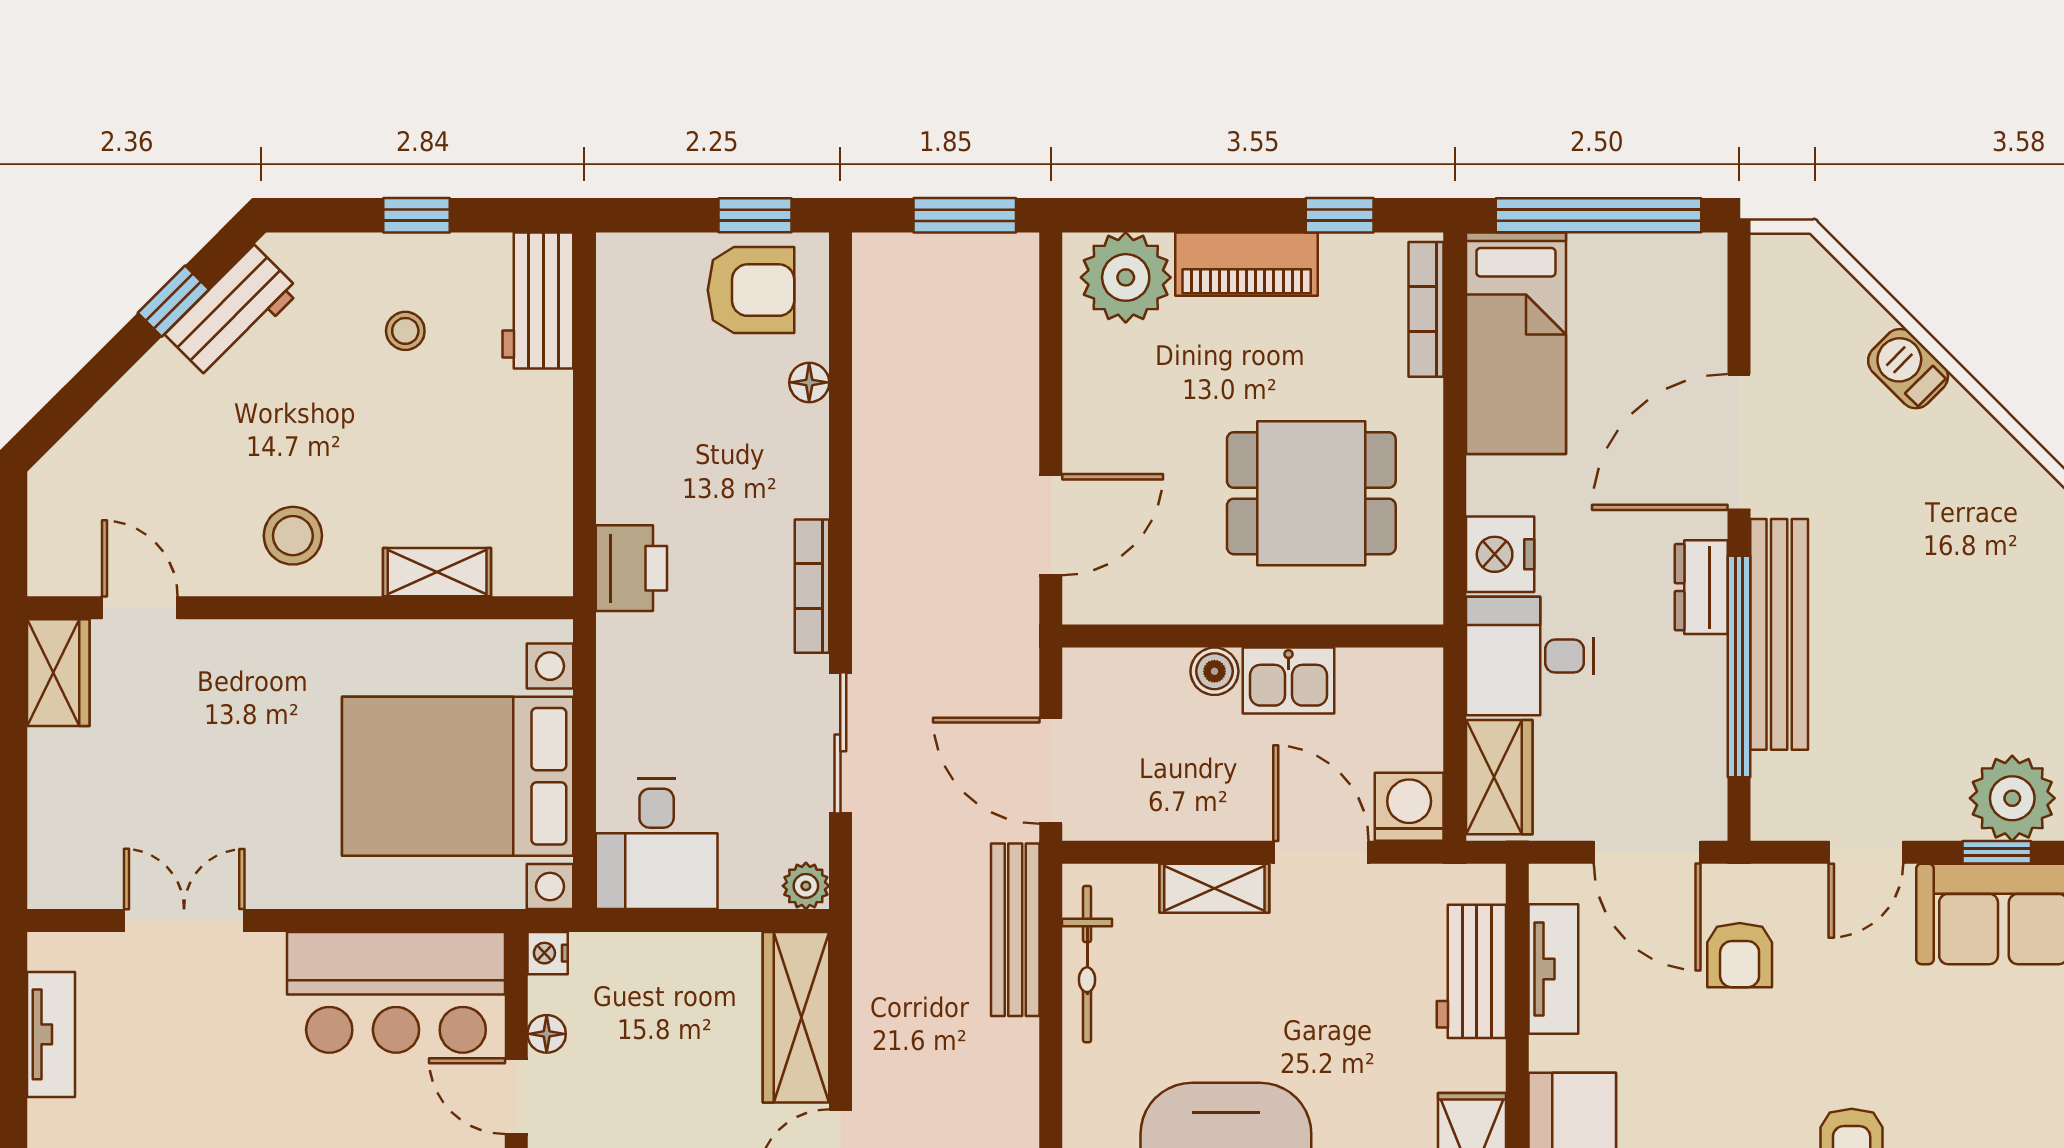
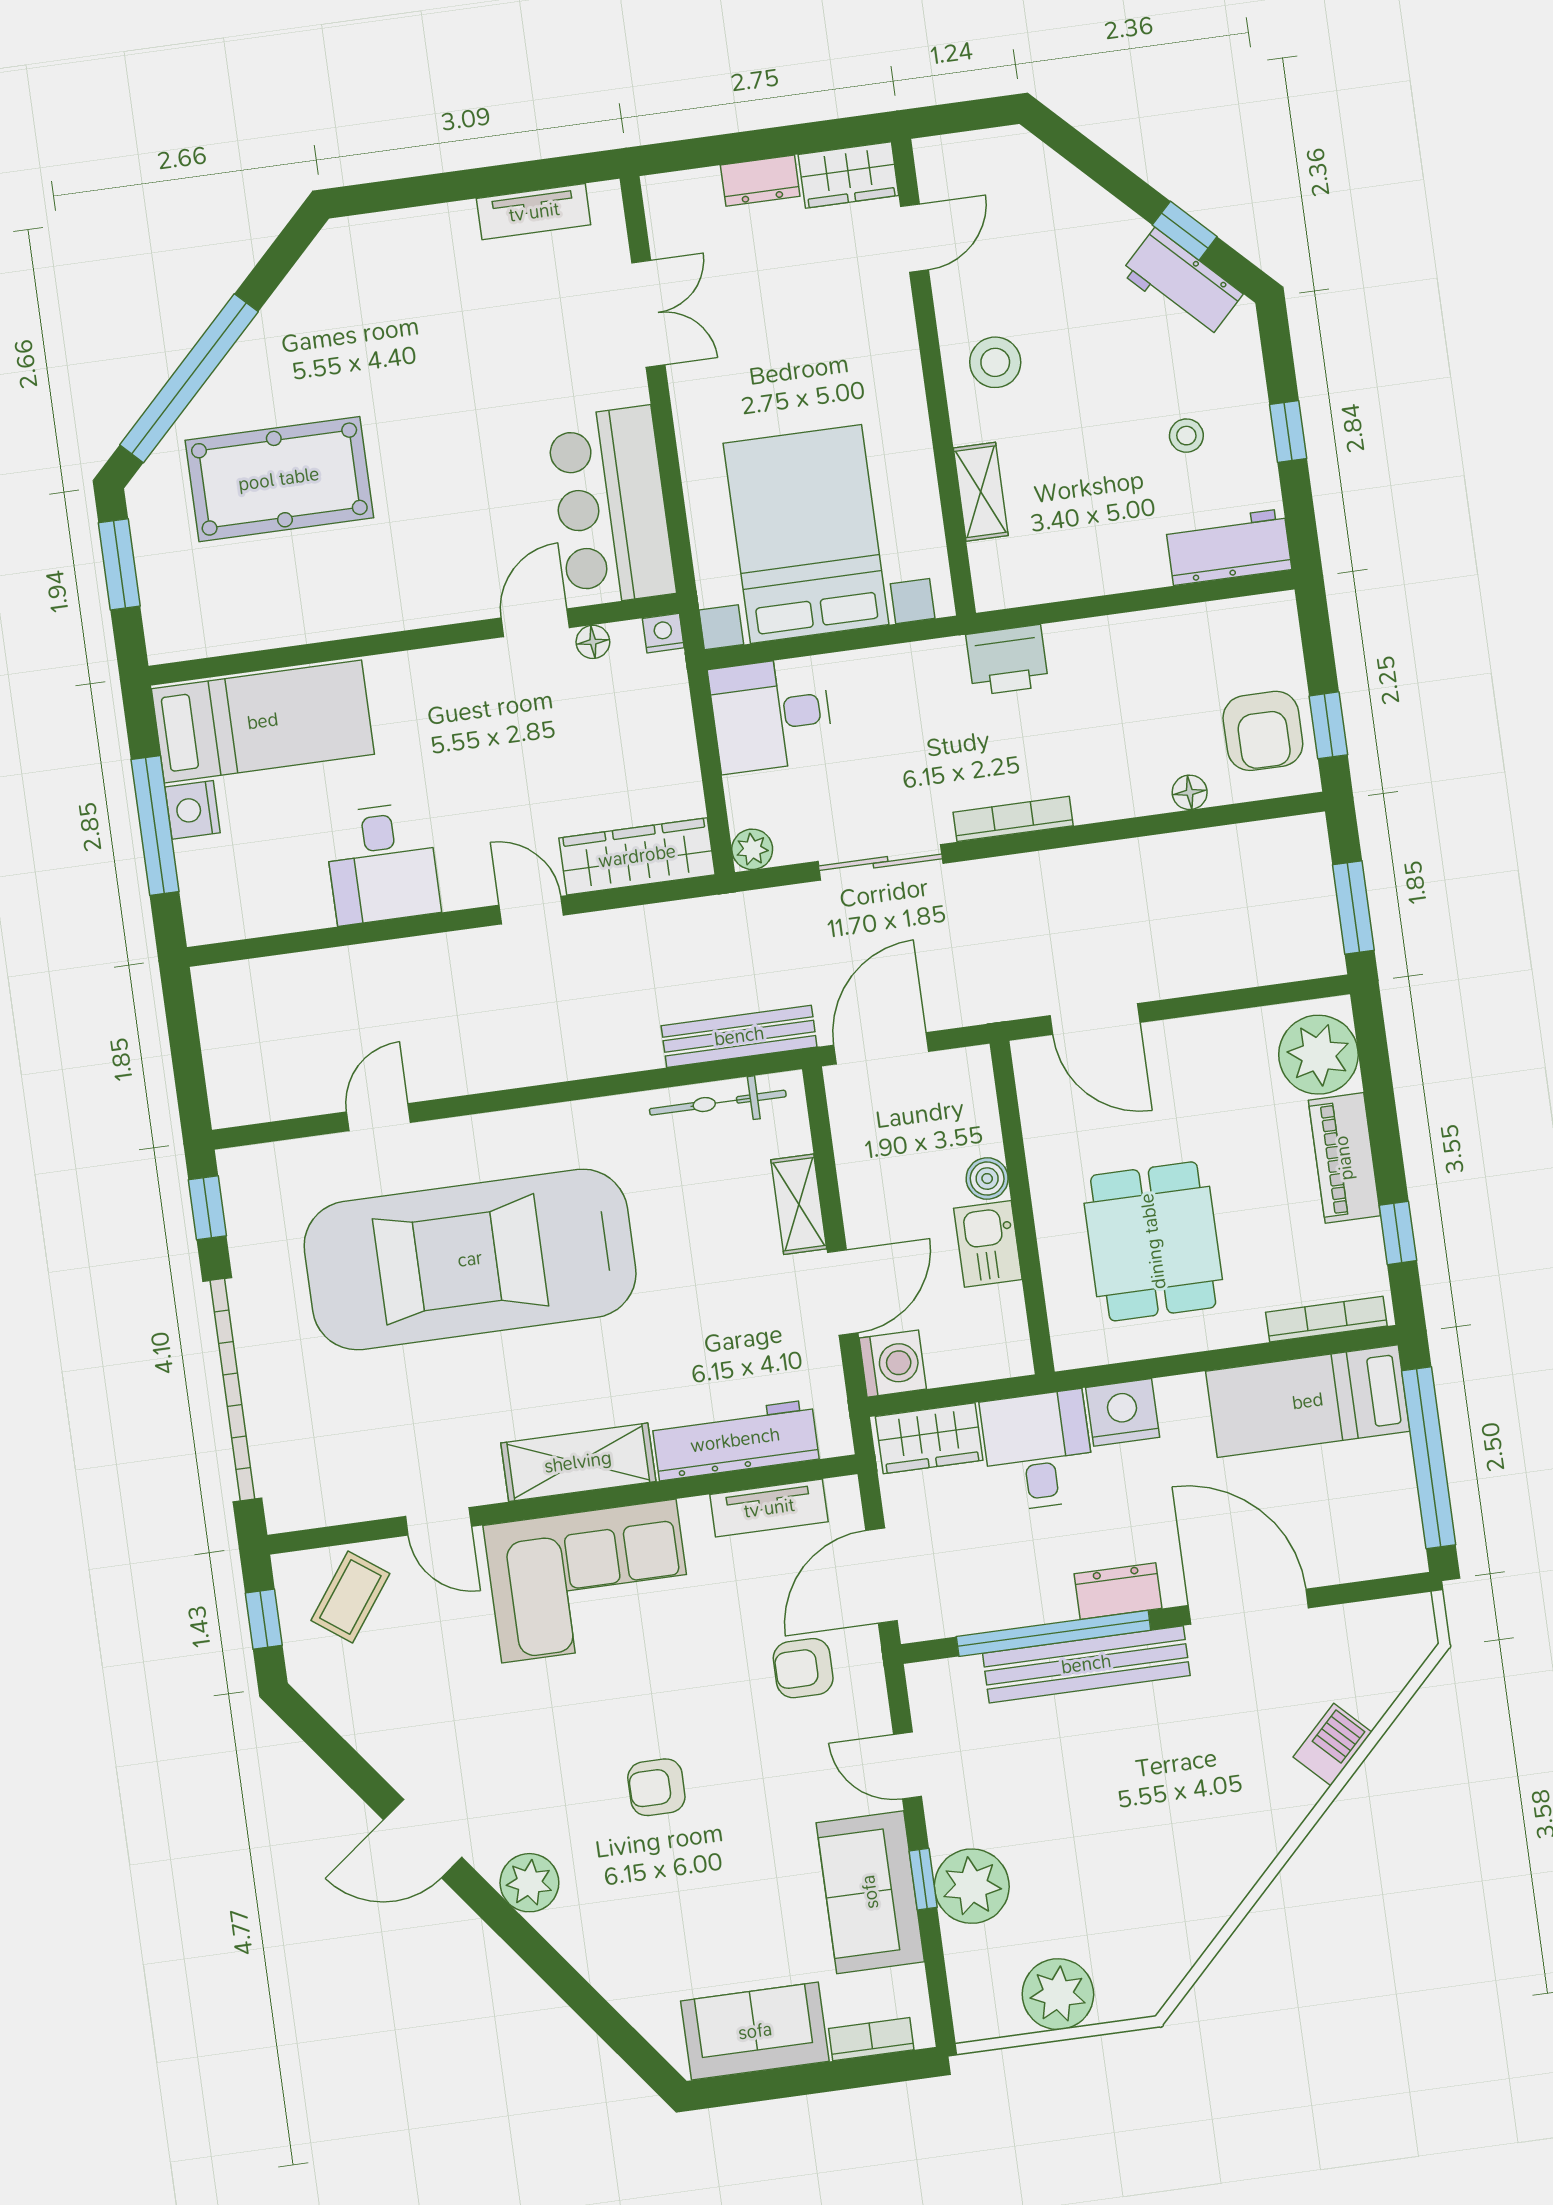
dresser: (51, 773) -> (760, 181), added
workbench: (1471, 971) -> (735, 1440), width x1.38

